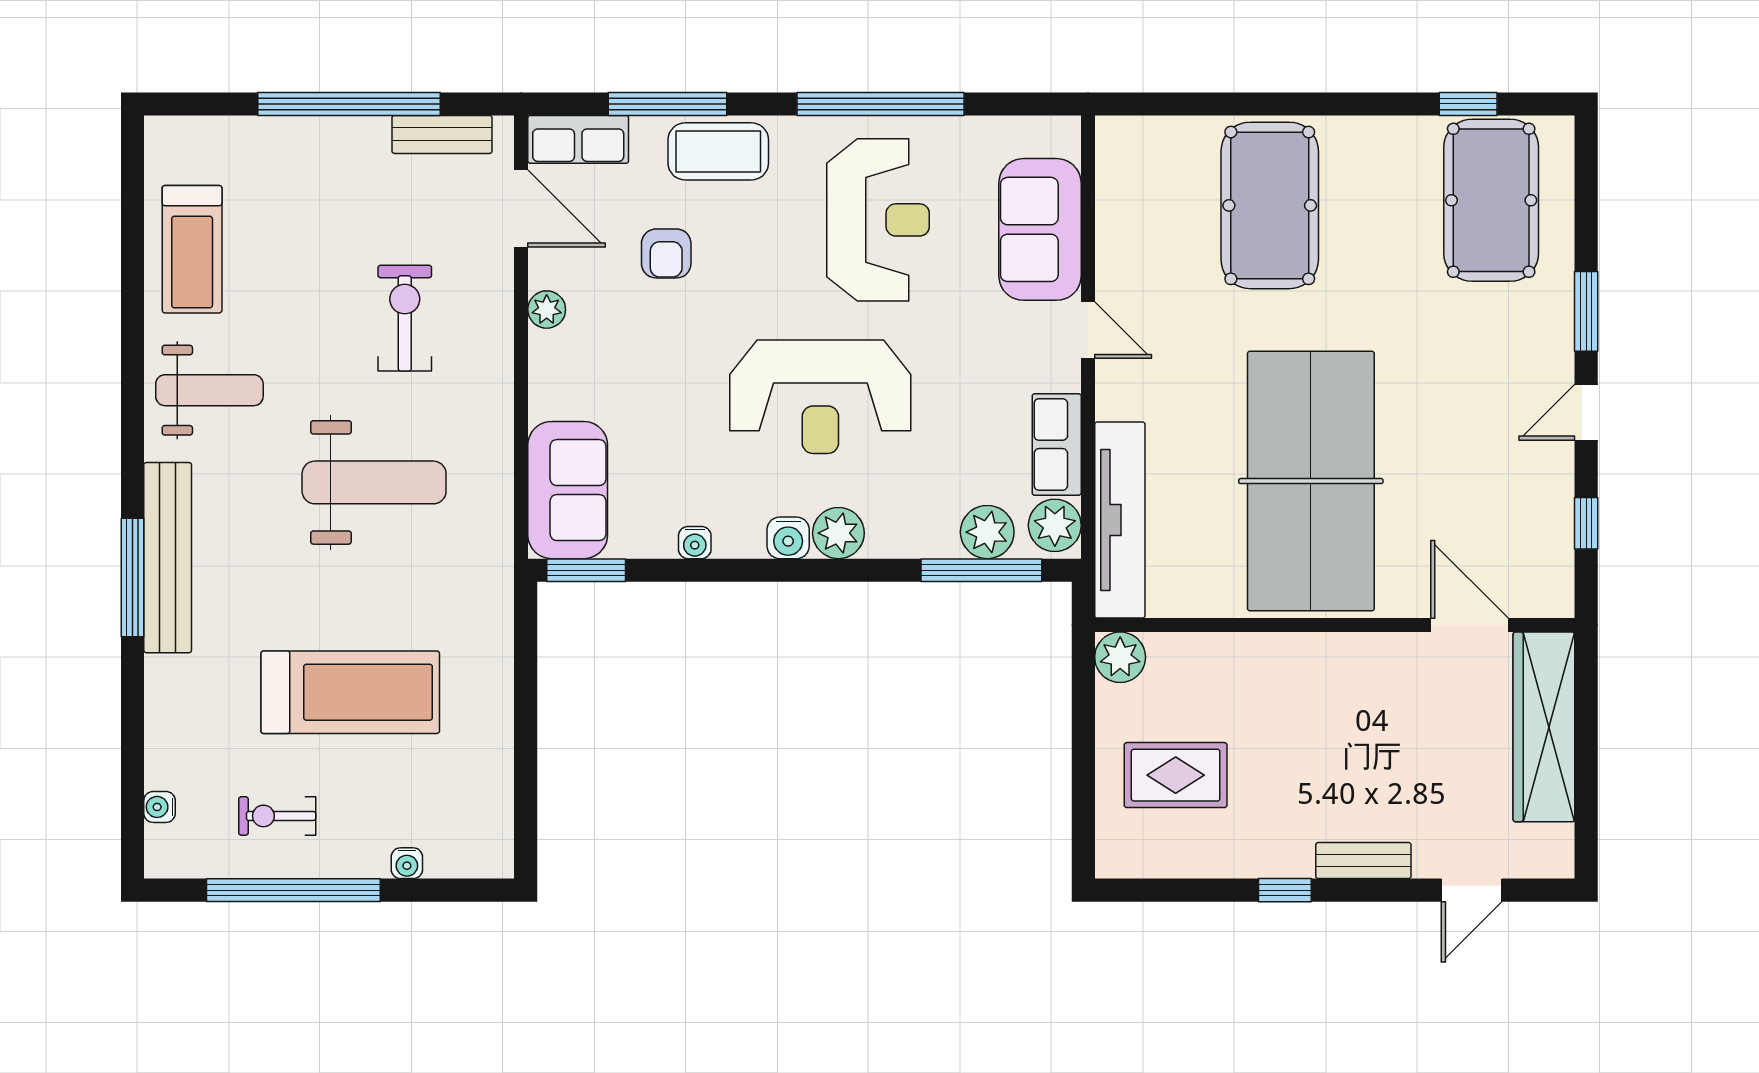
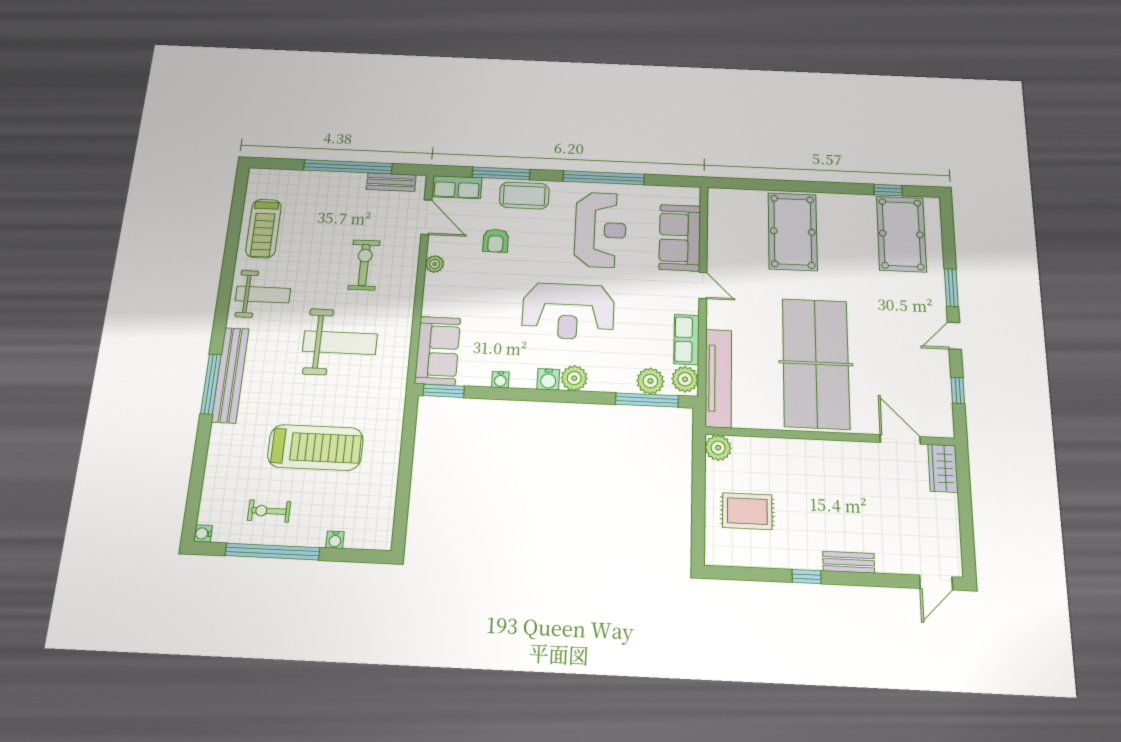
wardrobe: (1544, 727) -> (943, 468), width x0.48, depth x0.85
water cooler: (160, 807) -> (203, 534), moved
door: (1472, 890) -> (936, 583), moved

